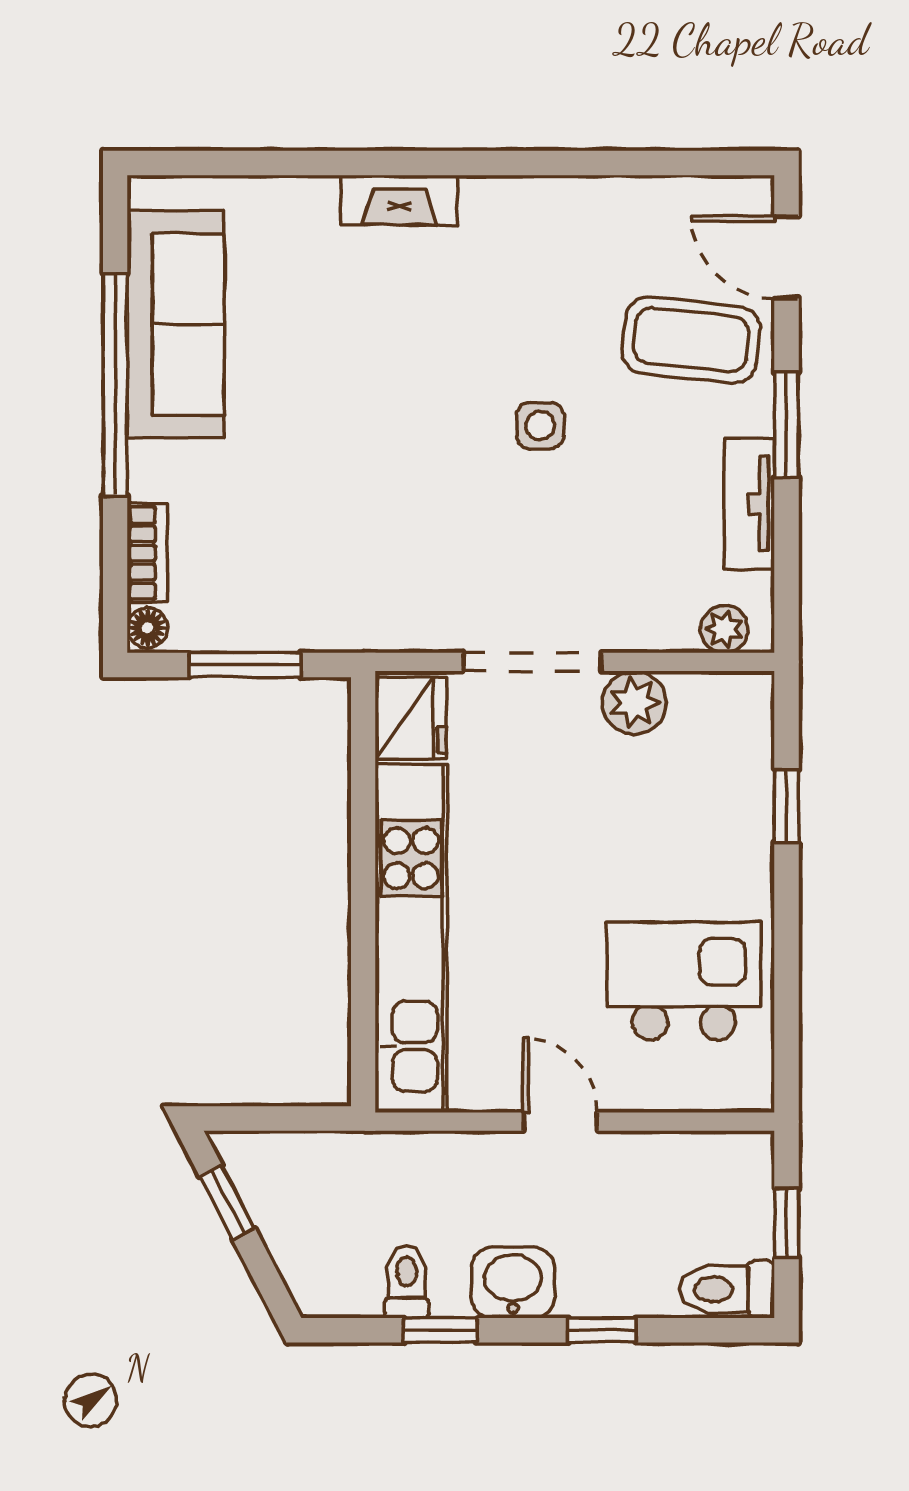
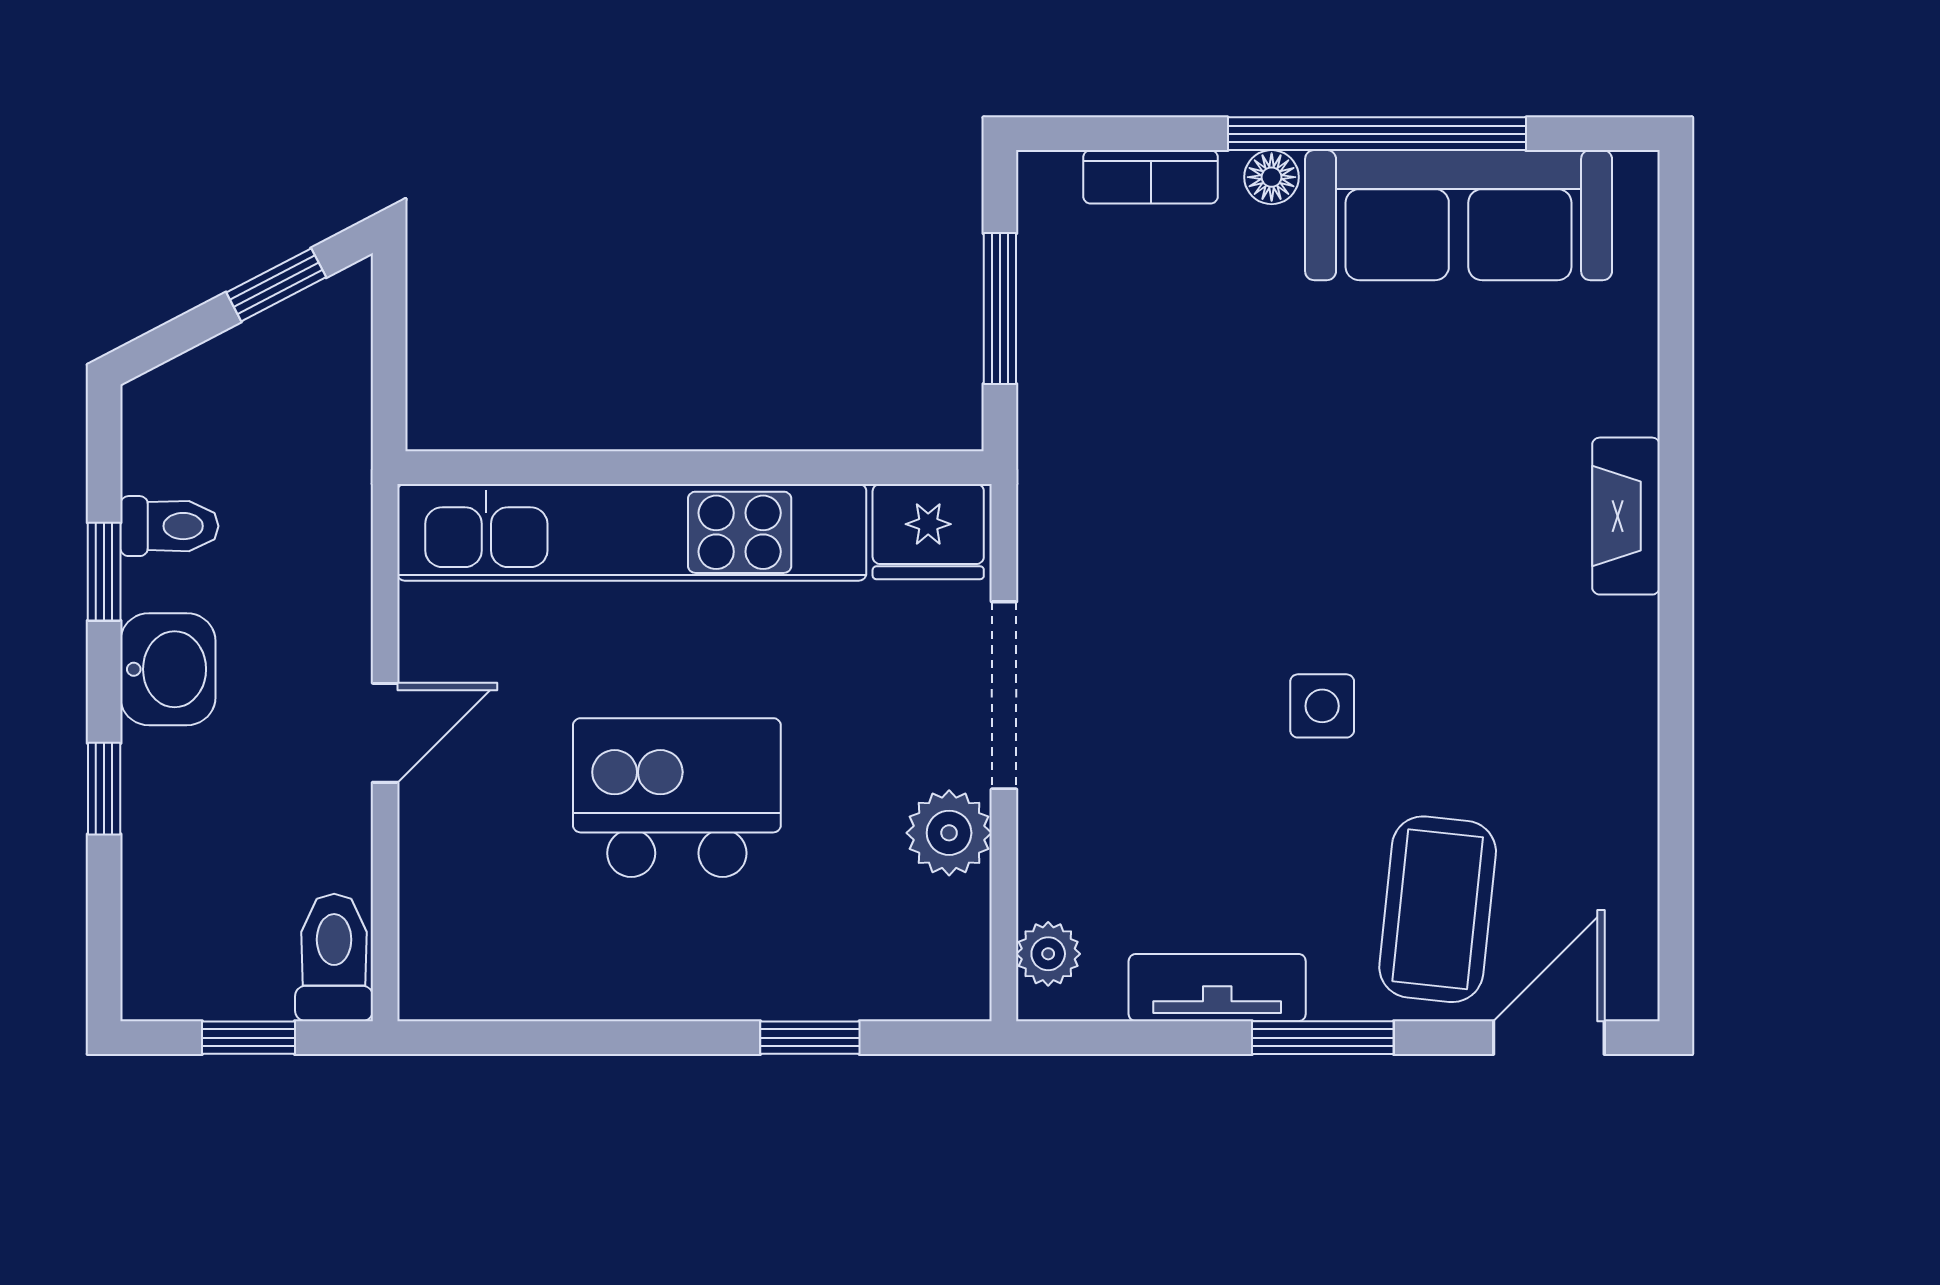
floor lamp: (147, 628) -> (1272, 177), moved
kitchen island: (684, 981) -> (677, 798), moved, turned -90
toilet: (727, 1289) -> (334, 957), moved

